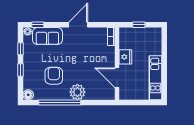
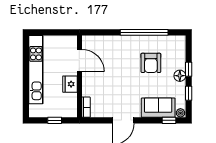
kitchen unit: (155, 78) -> (36, 70), width x1.36
plant: (77, 92) -> (124, 44), removed
floor lamp: (28, 95) -> (180, 76), moved

